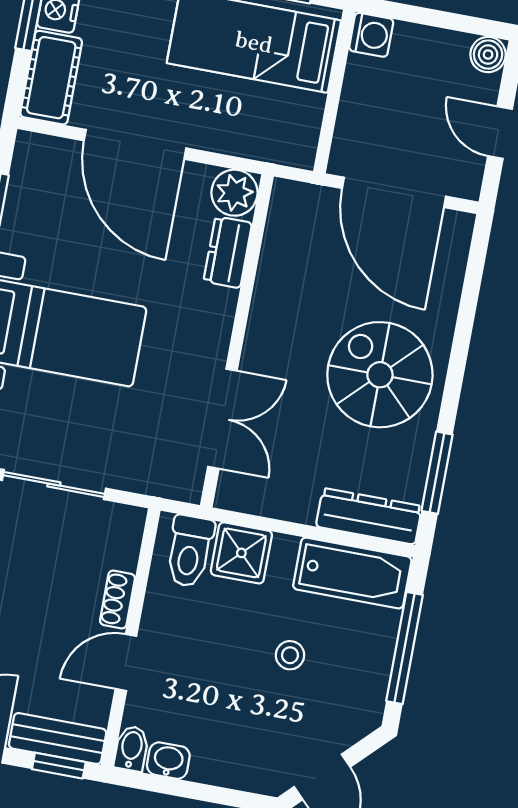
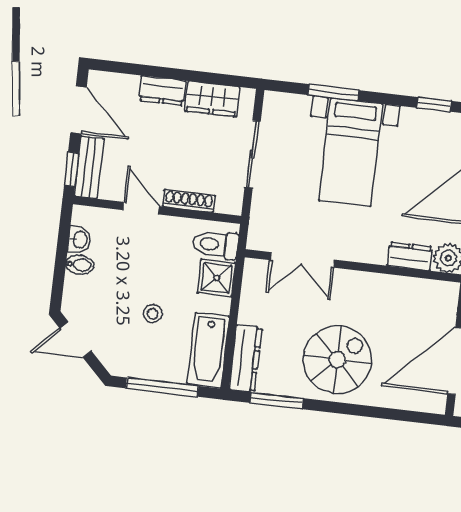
shoe rack: (118, 600) -> (189, 201), width x1.43
bidet: (131, 748) -> (80, 265), moved

